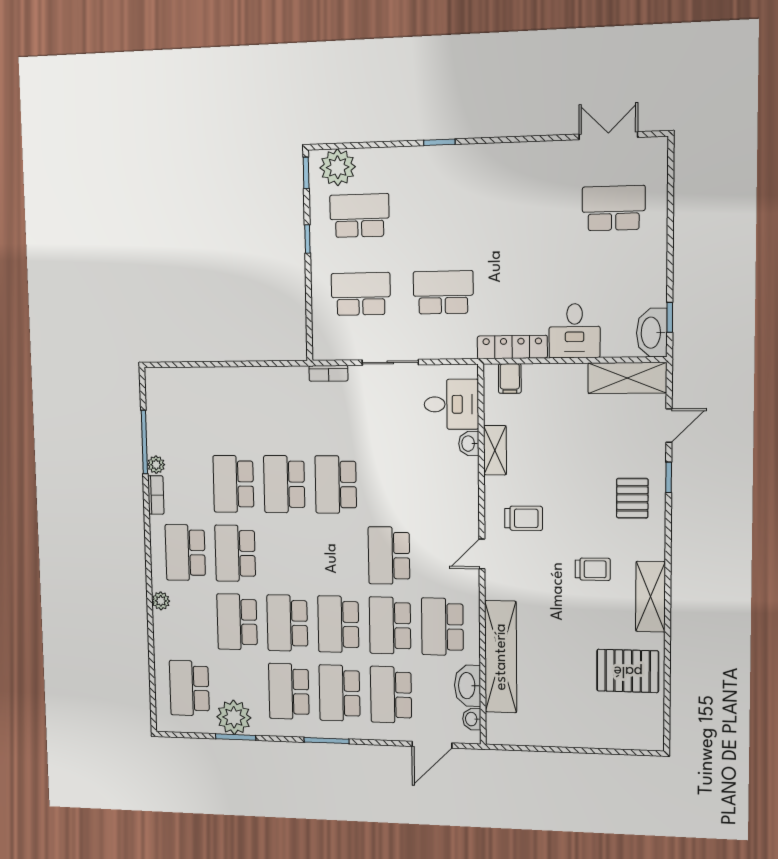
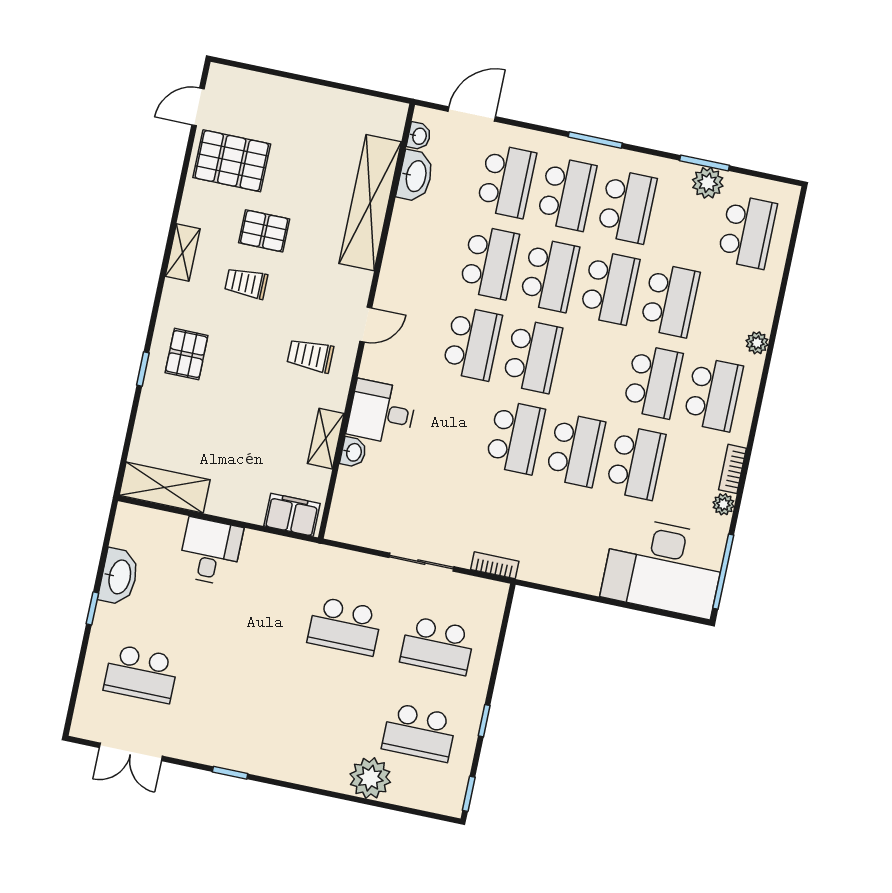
window: (439, 142) -> (230, 773), moved
plant: (338, 167) -> (370, 778), moved
window: (670, 317) -> (92, 608), moved
washbasin: (652, 333) -> (119, 577), moved
locker: (512, 347) -> (282, 549), removed
filing cabinet: (510, 379) -> (292, 515), width x2.00
desk: (191, 403) -> (664, 567), added
desk: (451, 404) -> (382, 412), moved
door: (669, 426) -> (198, 107), moved
window: (144, 442) -> (723, 572), moved
shelving: (651, 597) -> (183, 253), width x0.67, depth x0.75
pallet: (587, 617) -> (264, 231), added
school desk: (442, 627) -> (532, 356), moved
plant: (234, 717) -> (708, 183), width x0.73, depth x0.73

